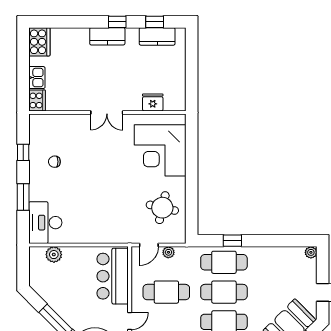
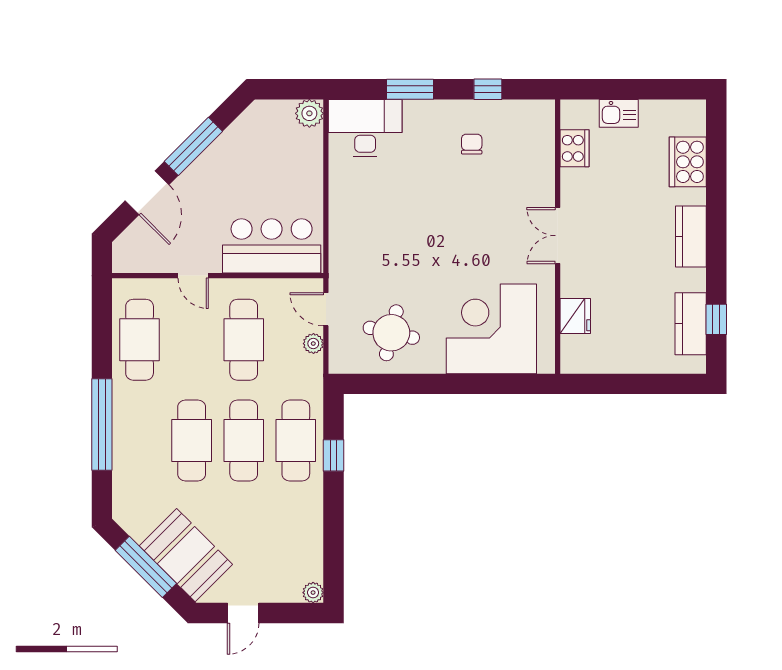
window: (117, 22) -> (716, 254), removed
cooker: (39, 42) -> (688, 162), moved, turned 90
cooker: (37, 100) -> (575, 148), moved, turned -90
plant: (54, 255) -> (309, 113), moved

